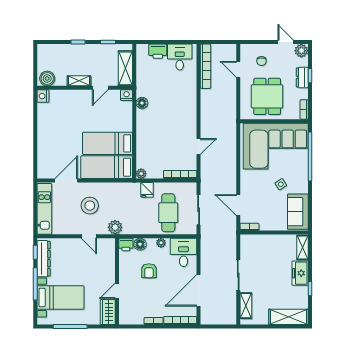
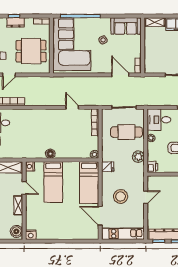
floor lamp: (142, 103) -> (50, 154), moved
bed: (107, 143) -> (53, 182), moved
fridge: (147, 190) -> (108, 167), moved
door: (238, 205) -> (120, 75), swing flipped
plant: (115, 227) -> (138, 157), moved
floor lamp: (140, 244) -> (152, 155), removed

